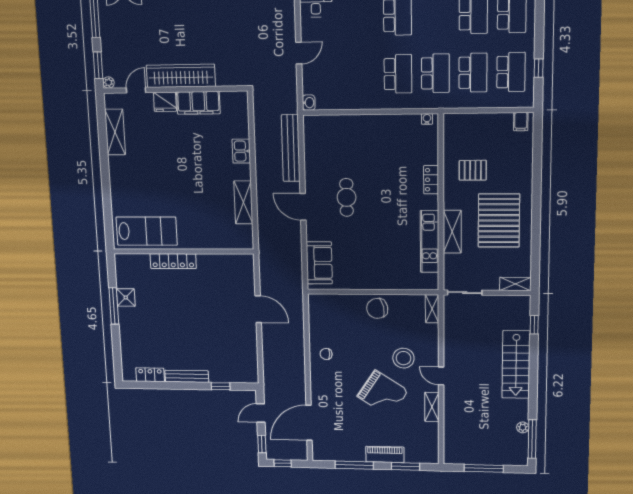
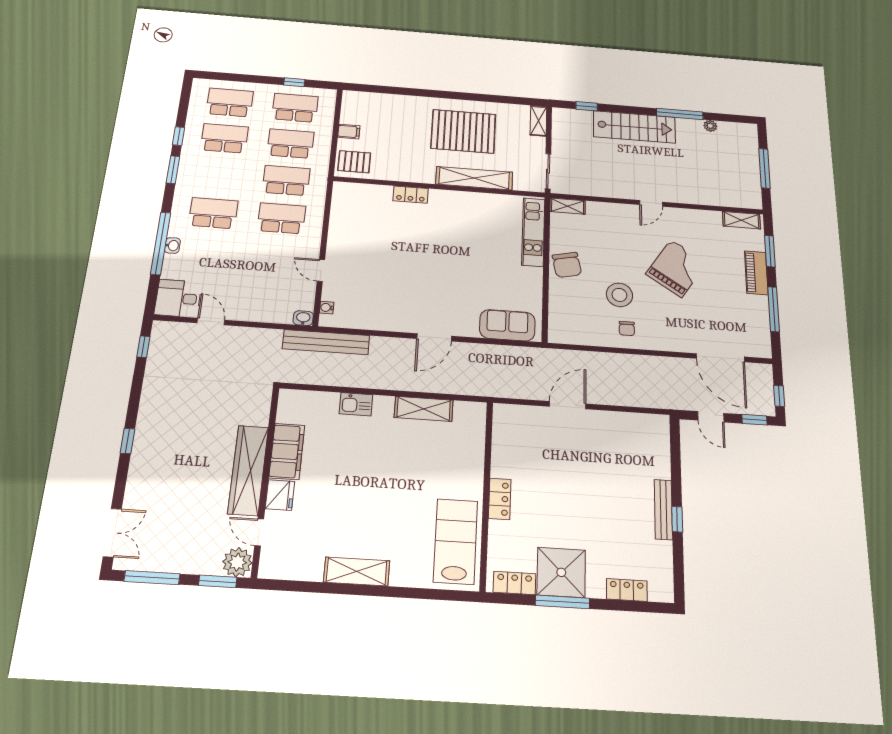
door: (299, 53) -> (211, 322), moved
plant: (108, 83) -> (237, 562), width x1.88, depth x1.88
door: (352, 112) -> (321, 270), added
water cooler: (427, 119) -> (327, 308), moved
filing cabinet: (521, 122) -> (349, 132), moved
shelving: (115, 132) -> (357, 571), moved
bench: (291, 148) -> (326, 342), moved
pallet: (473, 170) -> (354, 162), moved, turned 90
cafe table: (347, 197) -> (426, 287), removed
shelving: (452, 232) -> (474, 178), width x1.47
kitchen unit: (430, 242) -> (533, 232), moved, turned 90
locker: (173, 261) -> (500, 499), width x0.66
locker: (123, 273) -> (515, 583), added
shower: (126, 297) -> (561, 572), width x1.86, depth x1.86
stool: (403, 358) -> (619, 295), moved
locker: (150, 375) -> (627, 590), moved, turned 90
window: (221, 386) -> (677, 519), moved
shelving: (432, 407) -> (741, 220), moved
window: (532, 439) -> (680, 114), moved

